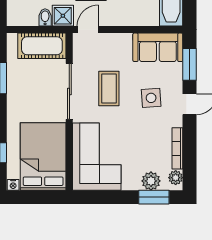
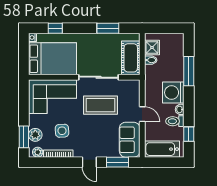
shower: (63, 16) -> (152, 48), moved
door: (88, 30) -> (142, 114), moved
coffee table: (109, 89) -> (101, 105), width x1.36, depth x1.32
side table: (151, 98) -> (62, 131), moved

